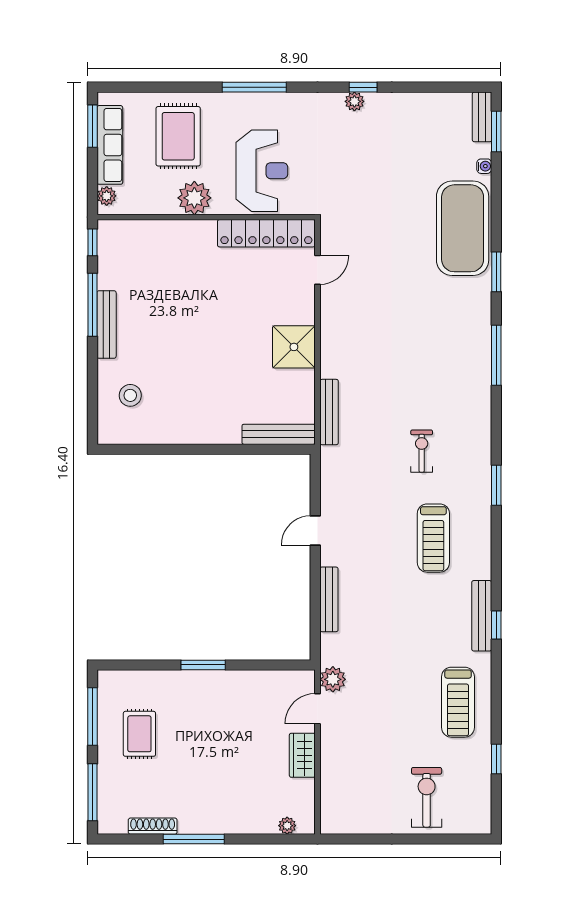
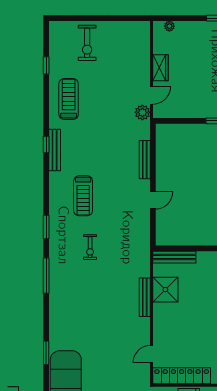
shower: (294, 347) -> (165, 290), moved
window: (496, 355) -> (46, 276), moved
bench: (329, 412) -> (145, 297), moved
treadmill: (433, 538) -> (83, 196), turned 180

